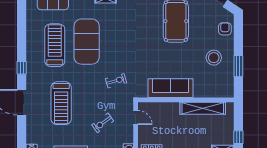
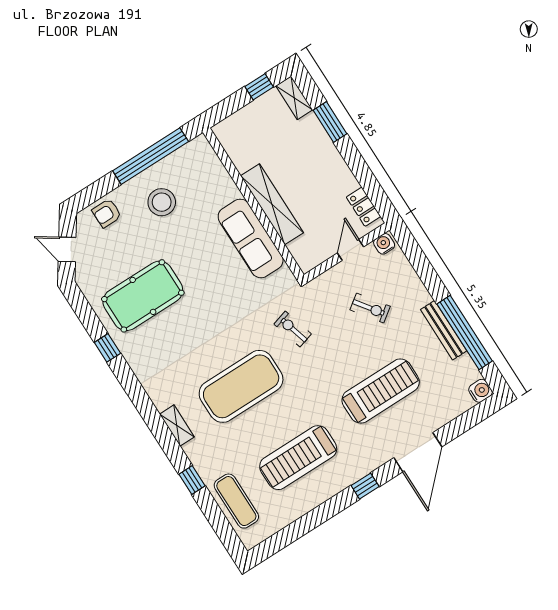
exercise mat: (87, 42) -> (241, 386), moved
window: (238, 66) -> (151, 156), width x2.11
shelving: (203, 108) -> (272, 204), moved
door: (136, 117) -> (350, 250), moved

